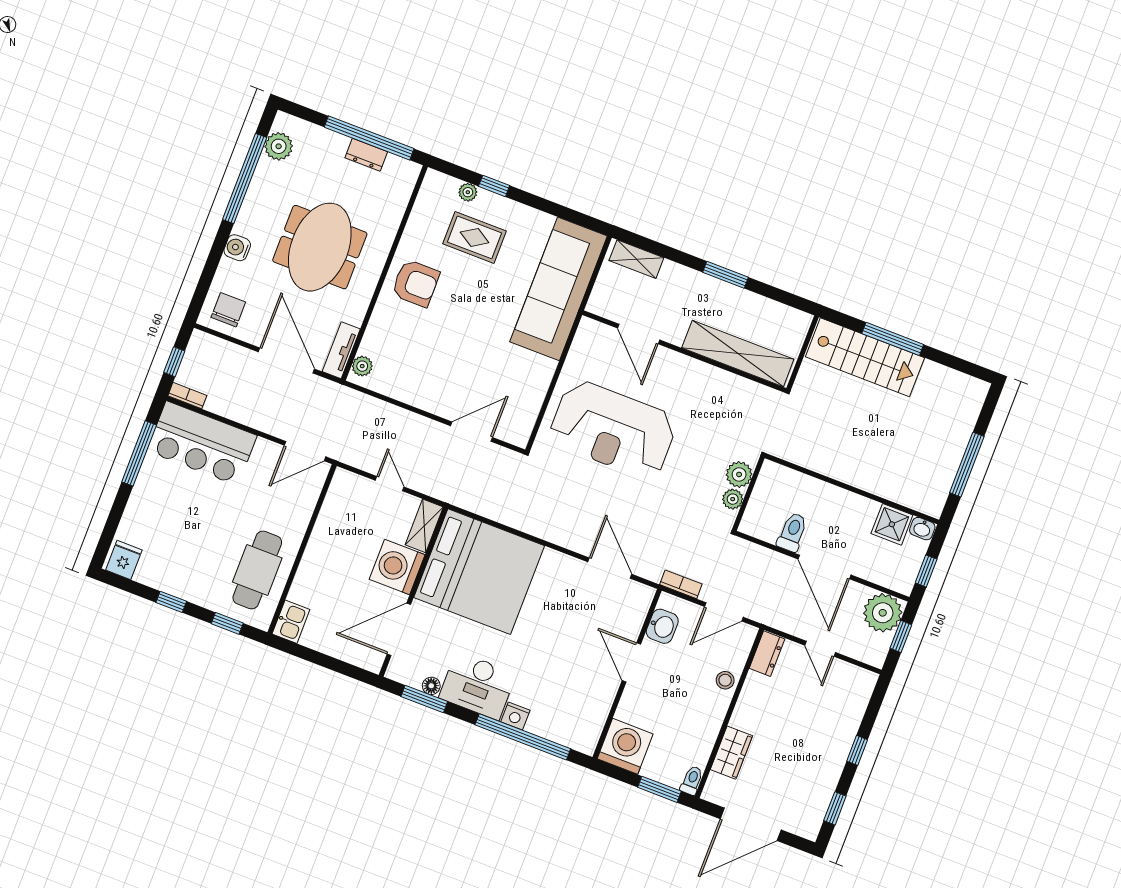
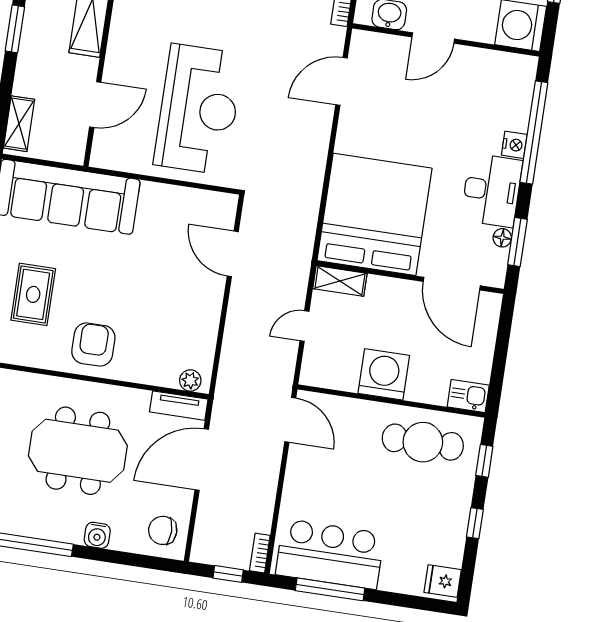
bar counter: (202, 443) -> (330, 554), moved, turned -90
washing machine: (397, 567) -> (384, 374), moved, turned 180

